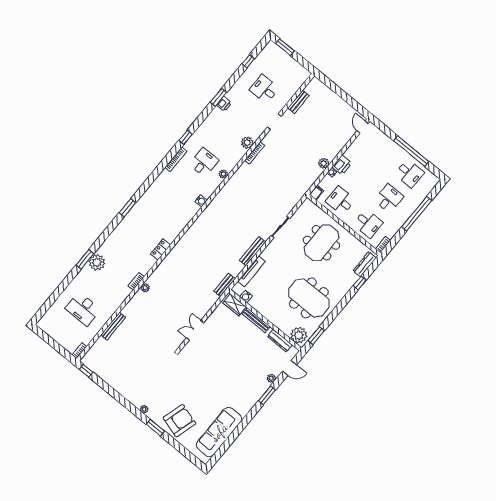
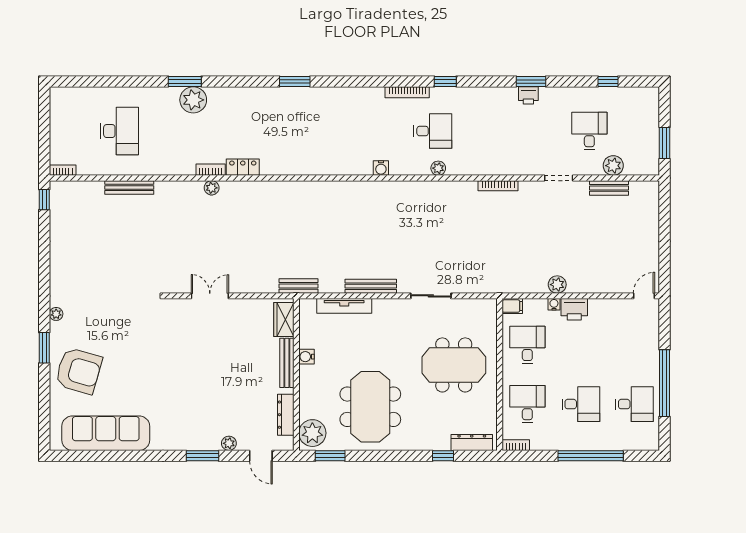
window: (285, 47) -> (665, 143), moved
plant: (247, 143) -> (613, 166), moved
desk: (409, 173) -> (634, 404), turned -90
desk: (368, 223) -> (527, 404), turned 180
locker: (160, 249) -> (243, 167), moved
water cooler: (246, 296) -> (306, 357), moved
desk: (83, 309) -> (120, 131), turned 180

